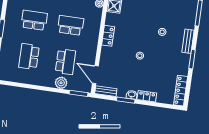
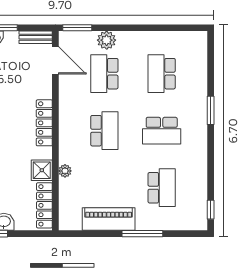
school desk: (71, 25) -> (104, 131), turned -90
locker: (108, 36) -> (44, 123), width x1.53
school desk: (29, 57) -> (162, 74), turned 180

